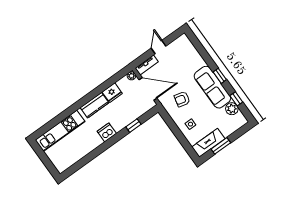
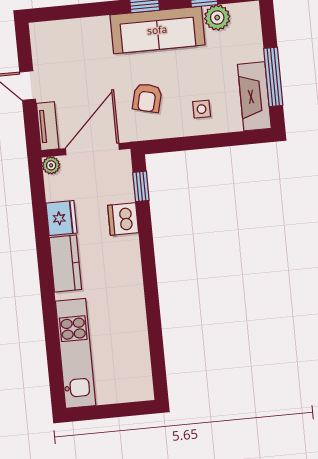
window: (133, 126) -> (141, 186), moved
dishwasher: (107, 132) -> (123, 219), moved
window: (221, 146) -> (273, 77), width x1.44

